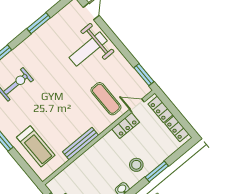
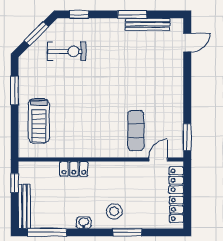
weight bench: (88, 49) -> (157, 74), removed
door: (137, 106) -> (158, 160), hinge flipped
locker: (126, 126) -> (74, 169), moved
bench: (81, 144) -> (148, 24), moved

